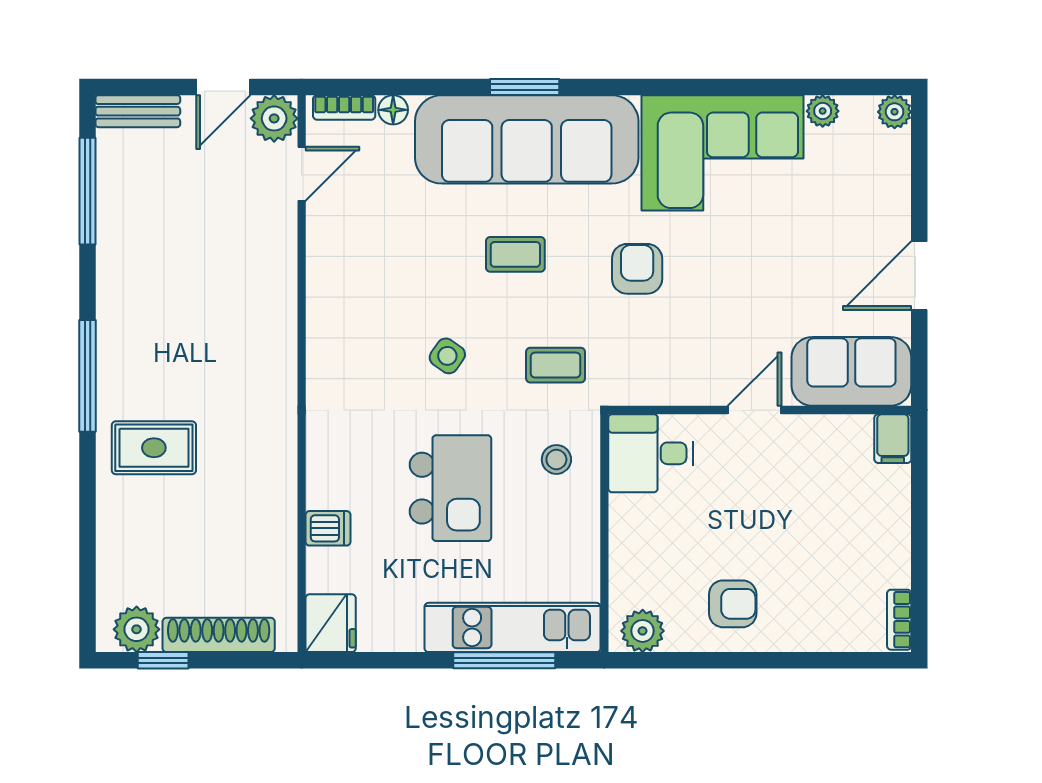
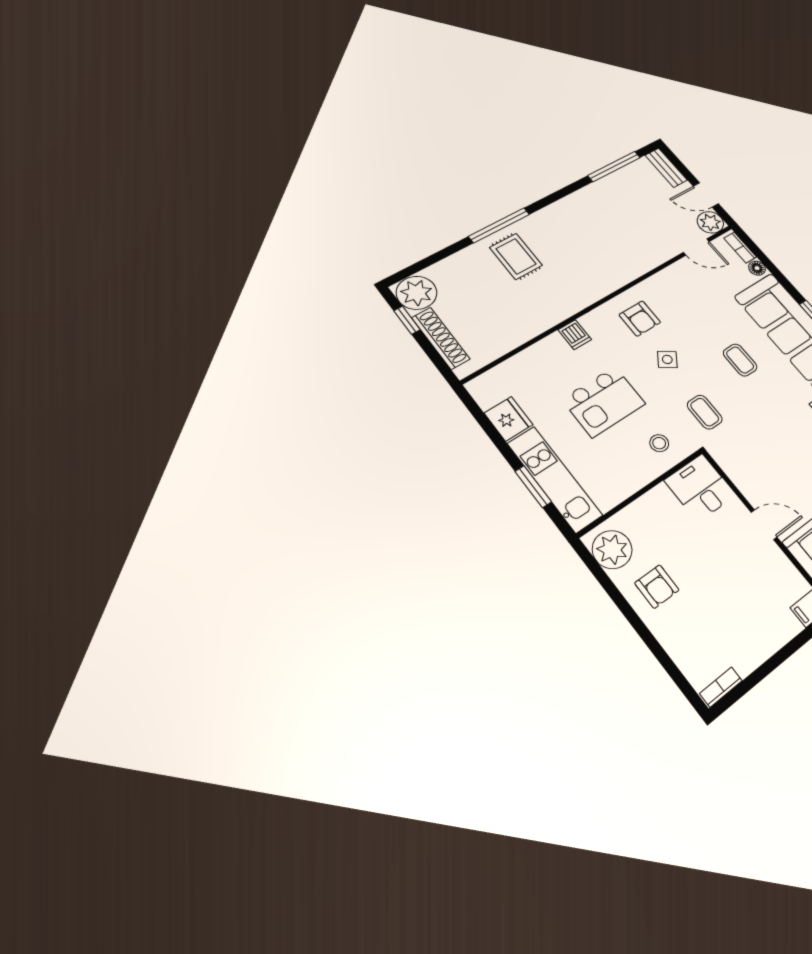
armchair: (637, 269) -> (640, 319), moved, turned 90
window: (88, 376) -> (499, 225), moved
dishwasher: (328, 528) -> (575, 335), moved
fridge: (331, 623) -> (508, 419), moved, turned -90
plant: (137, 629) -> (416, 293), width x1.36, depth x1.36
plant: (643, 631) -> (612, 550), width x1.36, depth x1.36
window: (504, 660) -> (533, 487), width x0.69

